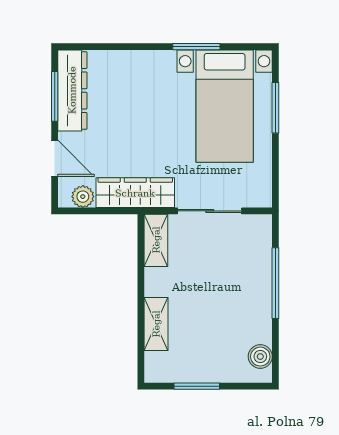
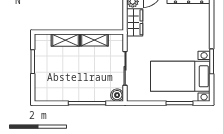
wardrobe: (135, 193) -> (135, 22), width x0.67
shelving: (156, 240) -> (94, 40), moved
boiler: (260, 357) -> (117, 95), moved

